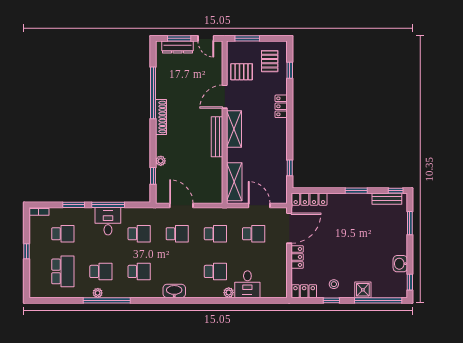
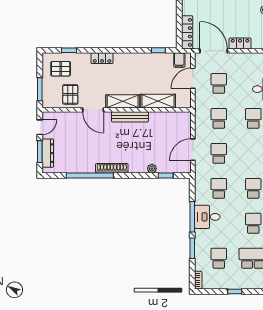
shelving: (234, 182) -> (158, 101), moved
filing cabinet: (279, 191) -> (179, 60), added

